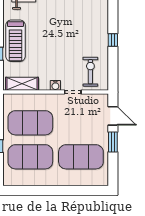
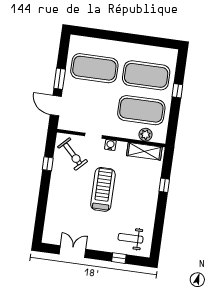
window: (113, 40) -> (48, 164), moved
treadmill: (16, 41) -> (103, 189), moved
exercise bike: (90, 72) -> (73, 154), turned -45
plant: (23, 100) -> (145, 135), added

